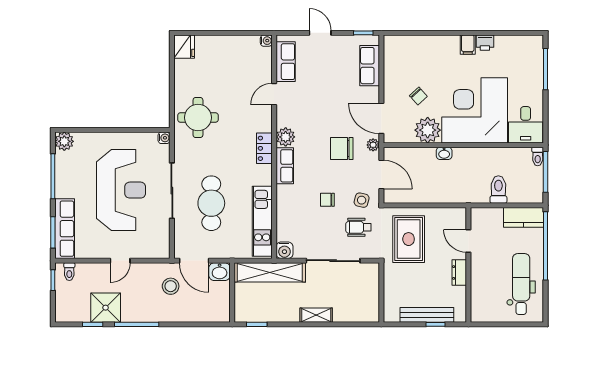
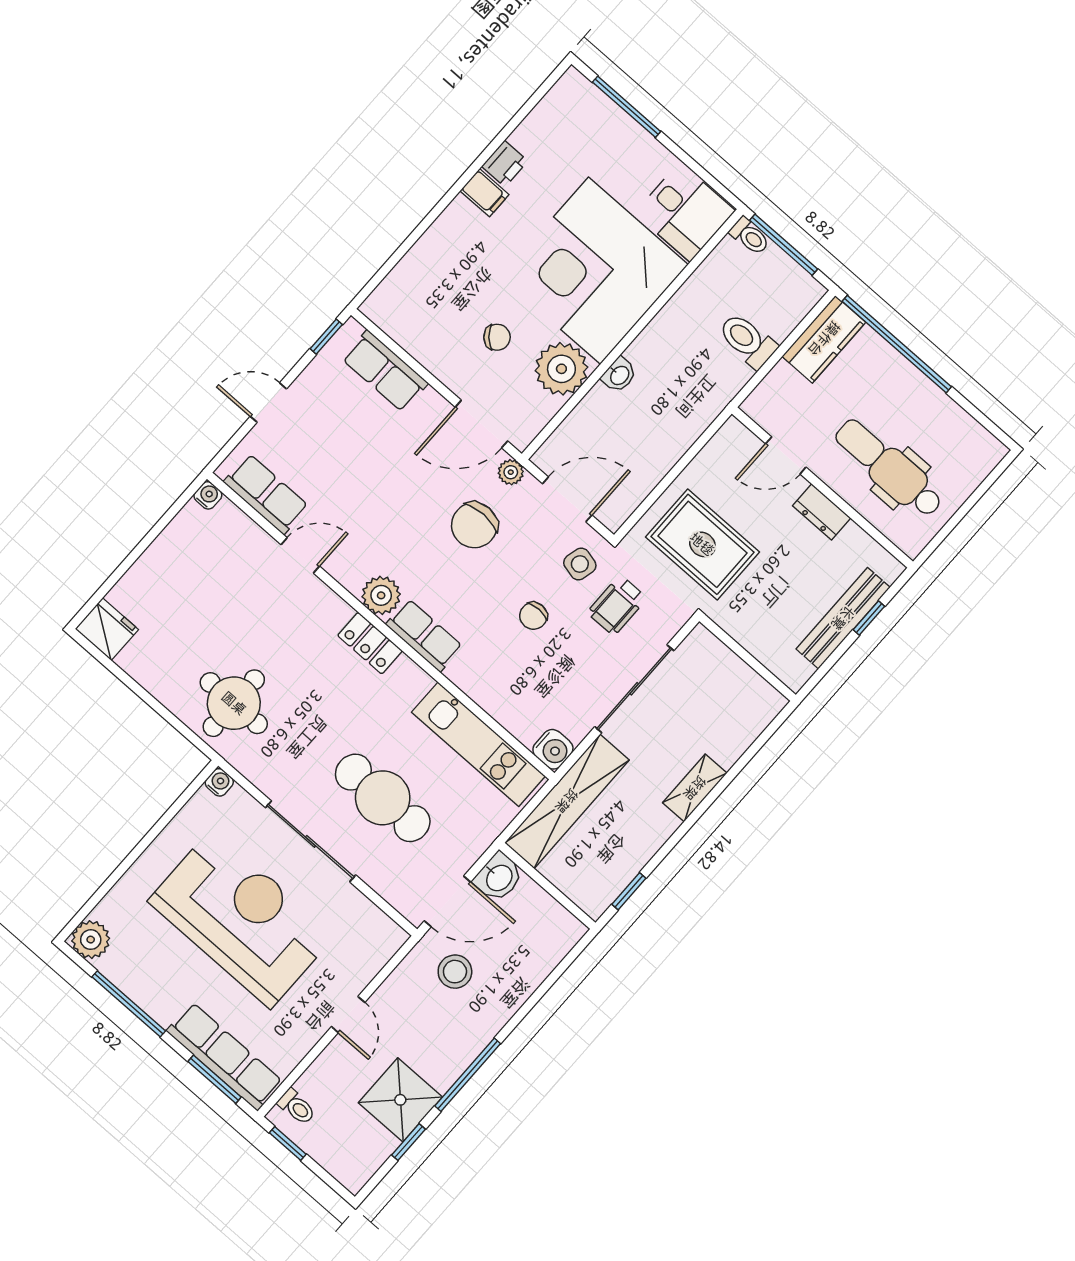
door: (274, 94) -> (300, 555), swing flipped
dental chair: (521, 284) -> (889, 468), moved

